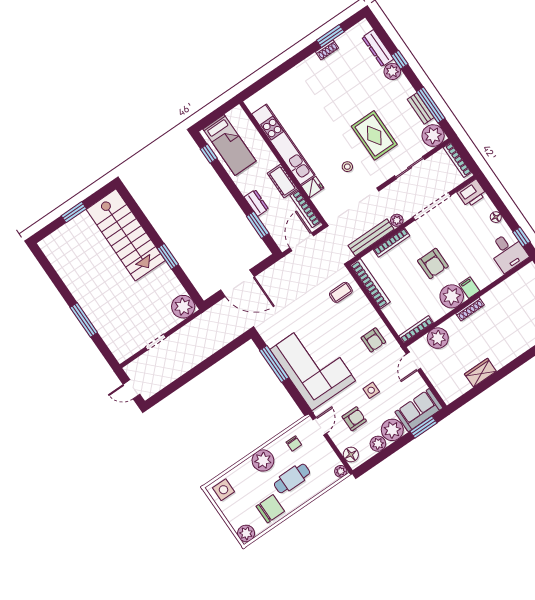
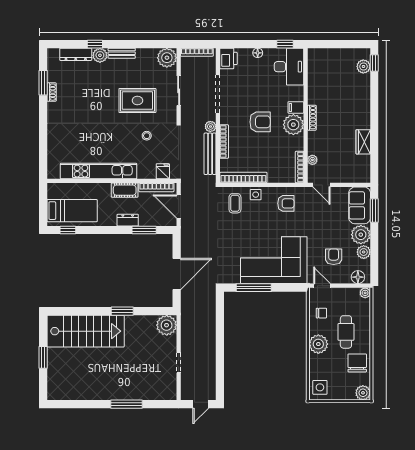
window: (431, 105) -> (144, 44), removed
bench: (421, 108) -> (122, 53), moved
fridge: (312, 187) -> (163, 171), moved
desk: (508, 252) -> (289, 67), width x1.37
plant: (438, 338) -> (312, 160), width x0.53, depth x0.53
side table: (371, 390) -> (256, 195), moved

